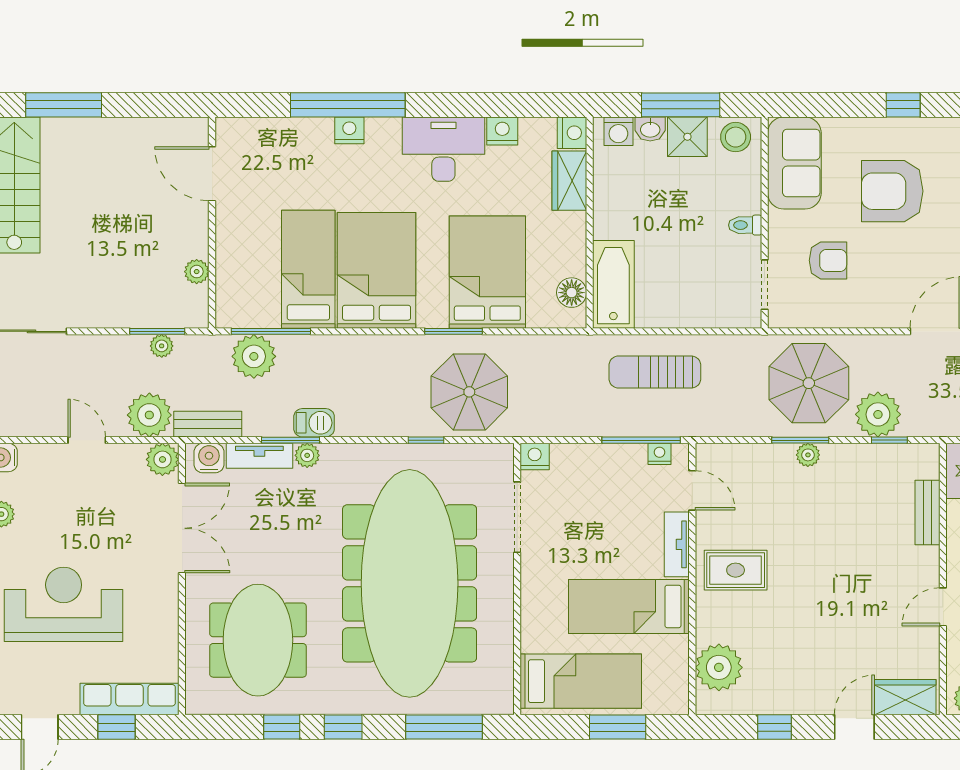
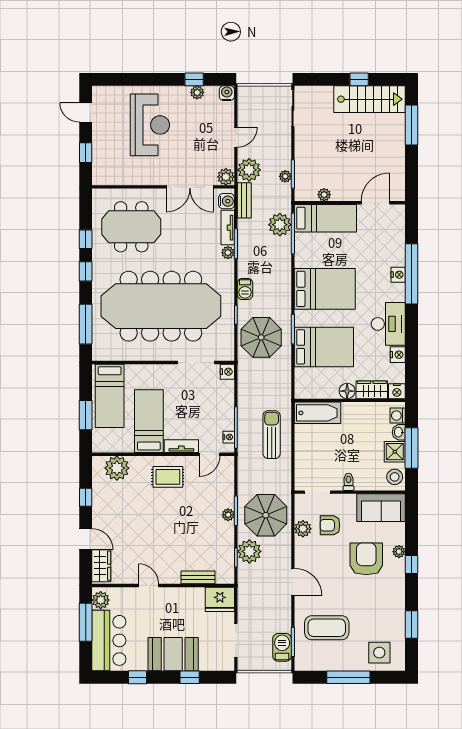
plant: (878, 129) -> (399, 552), added
armchair: (828, 260) -> (330, 525), turned 90
bed: (308, 269) -> (325, 218), moved
floor lamp: (572, 293) -> (347, 391), moved
plant: (835, 312) -> (303, 529), added
barbecue: (314, 423) -> (245, 289), moved
rug: (736, 570) -> (168, 477), turned 90
row of seats: (129, 699) -> (100, 160), removed

